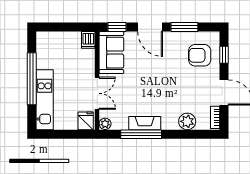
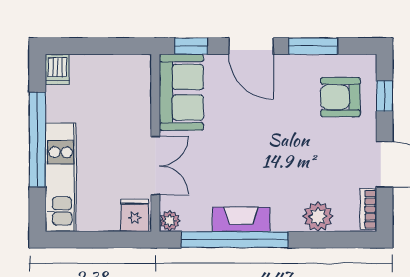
dishwasher: (88, 40) -> (57, 69), moved
window: (141, 134) -> (235, 240), width x1.46

